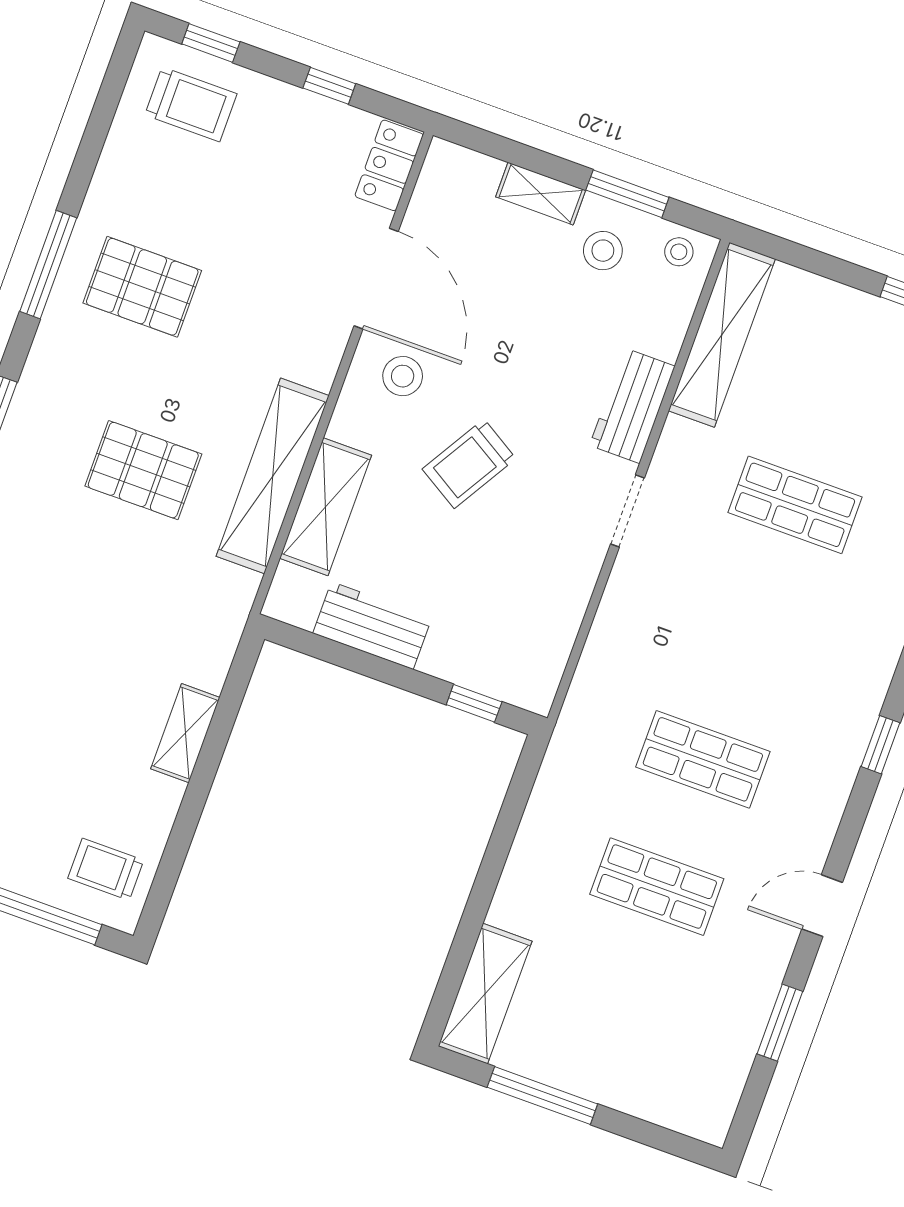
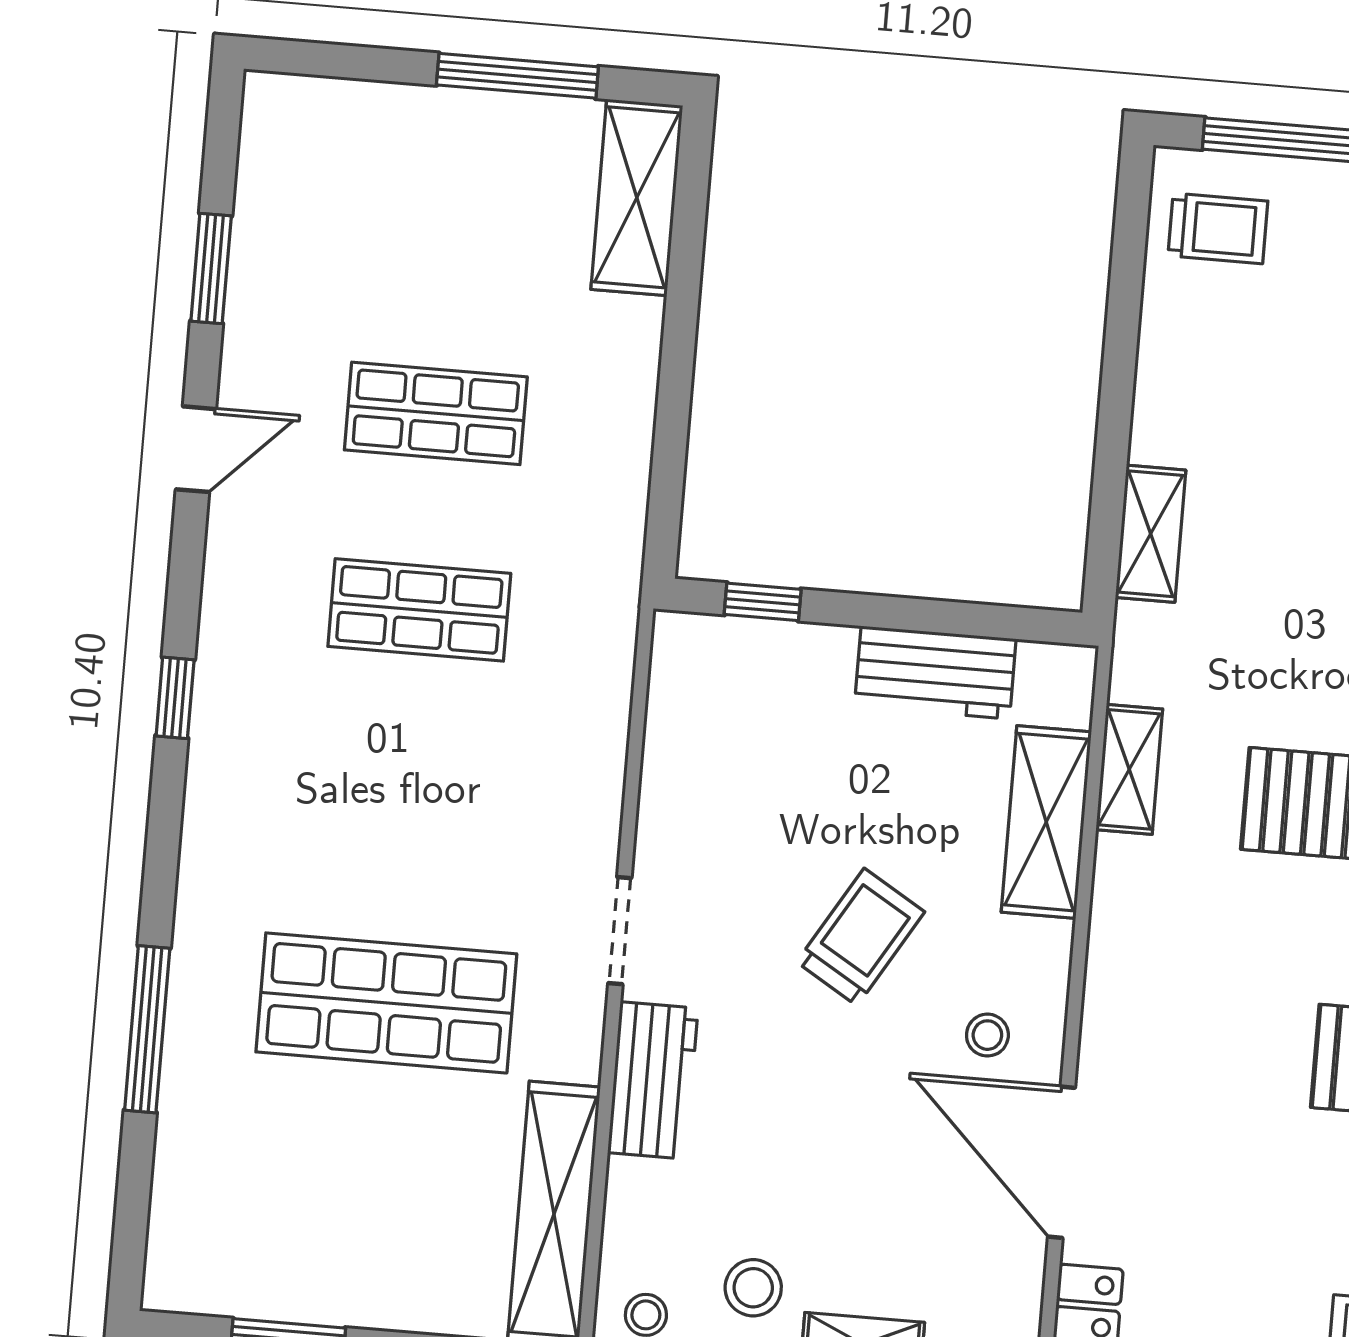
stool: (403, 376) -> (987, 1035), width x0.73, depth x0.73
shelving: (273, 476) -> (1129, 769), width x0.45, depth x0.75
shop shelf: (795, 505) -> (386, 1003), width x1.43, depth x1.36
shelving: (185, 733) -> (1151, 534), moved

